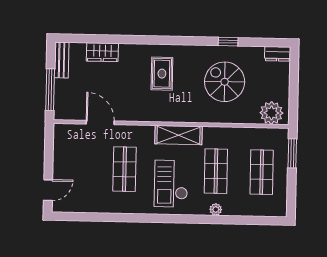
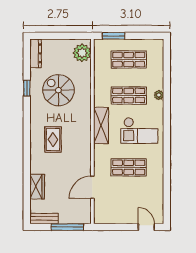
dresser: (278, 54) -> (36, 53), width x1.44
rug: (162, 74) -> (53, 140), turned 90
spiral stairs: (225, 82) -> (58, 90), turned 90

